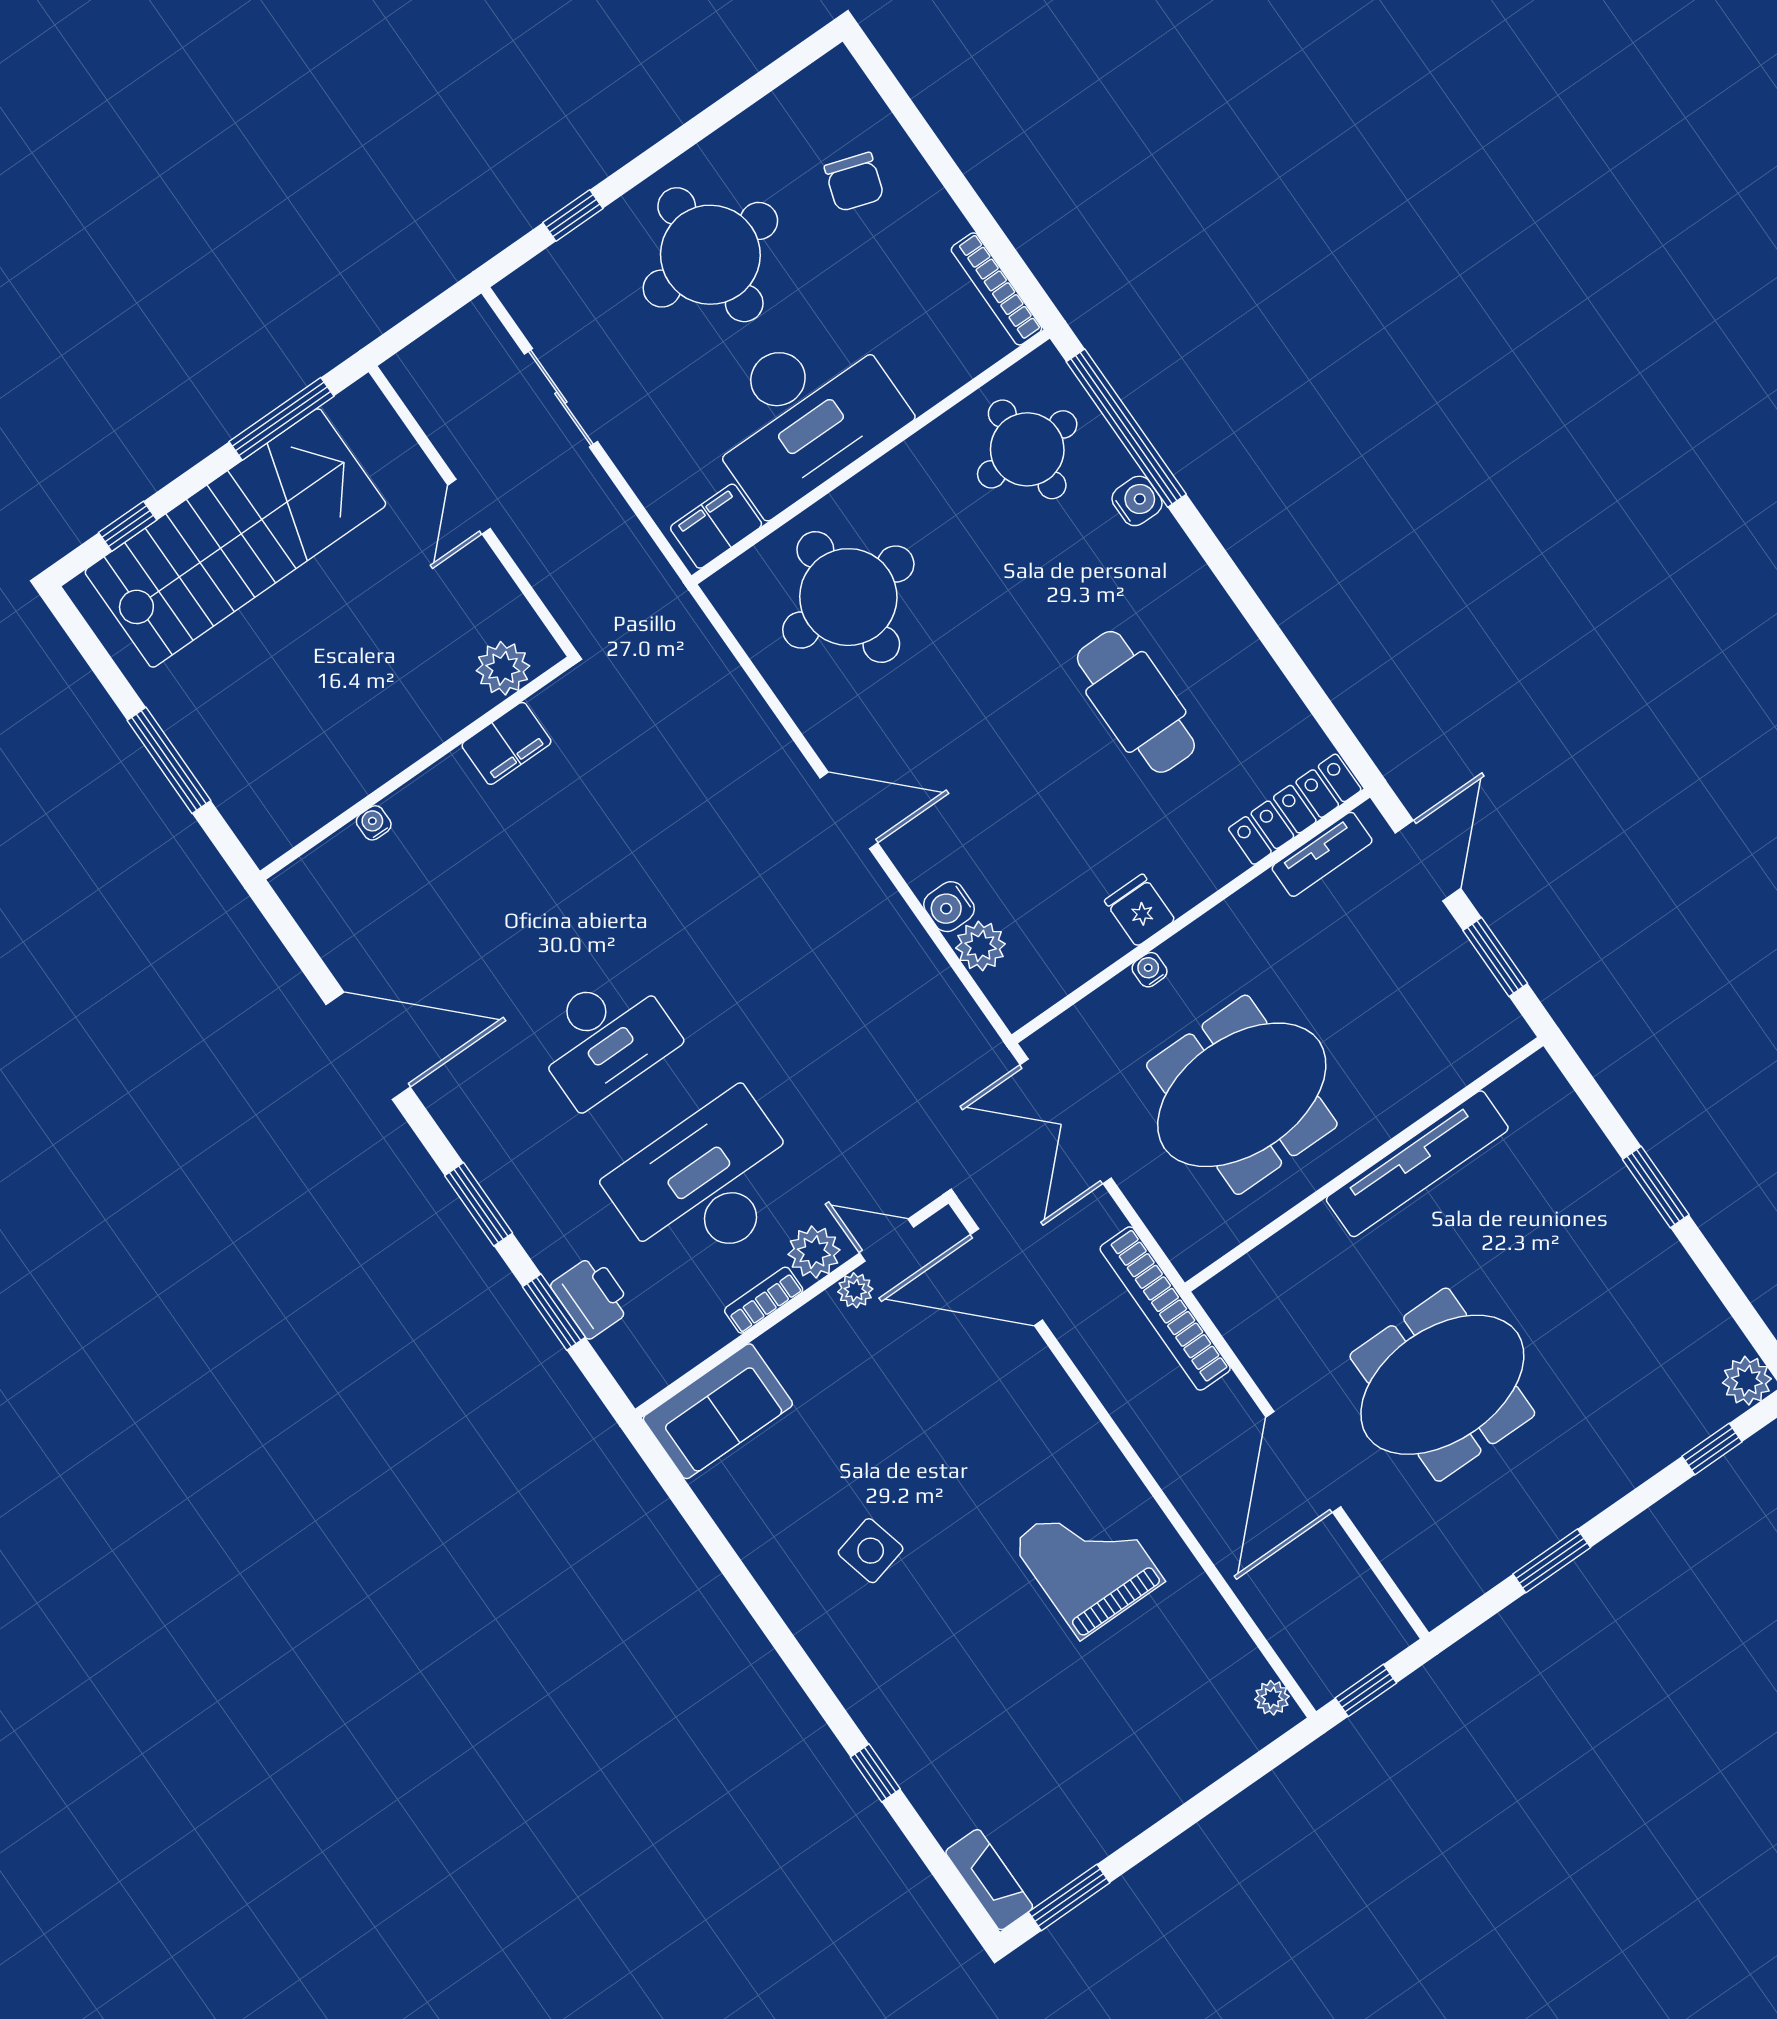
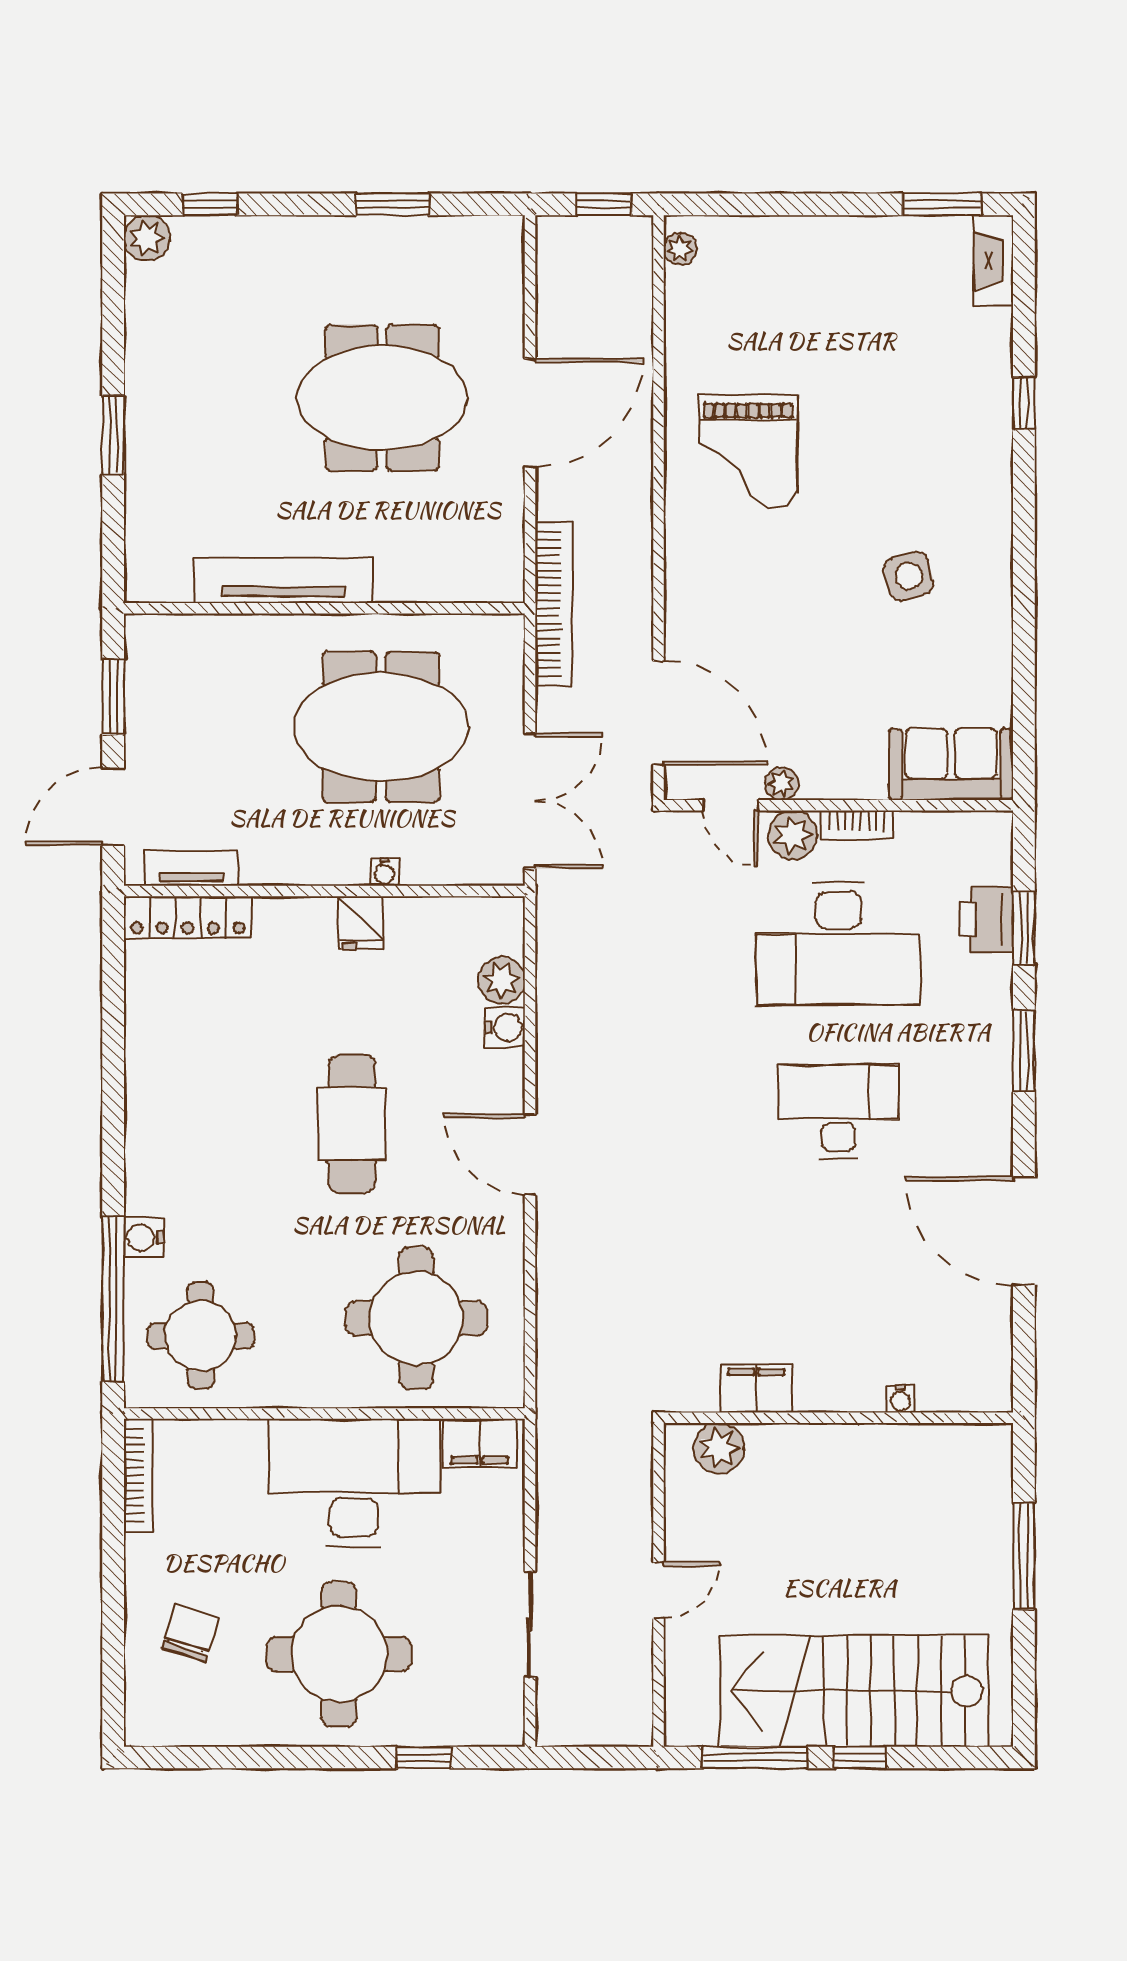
window: (128, 526) -> (860, 1757), moved
cafe table: (1136, 702) -> (352, 1124), moved

